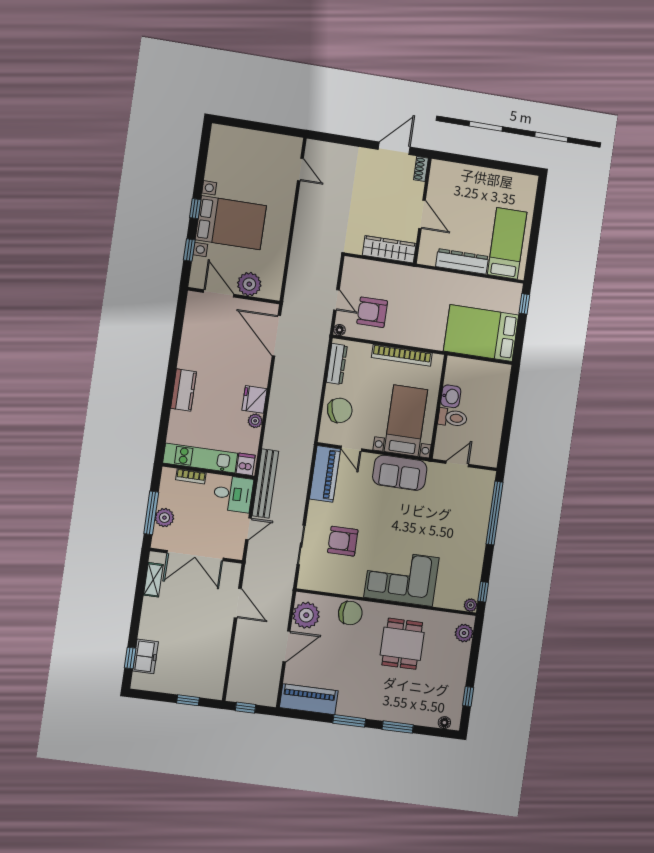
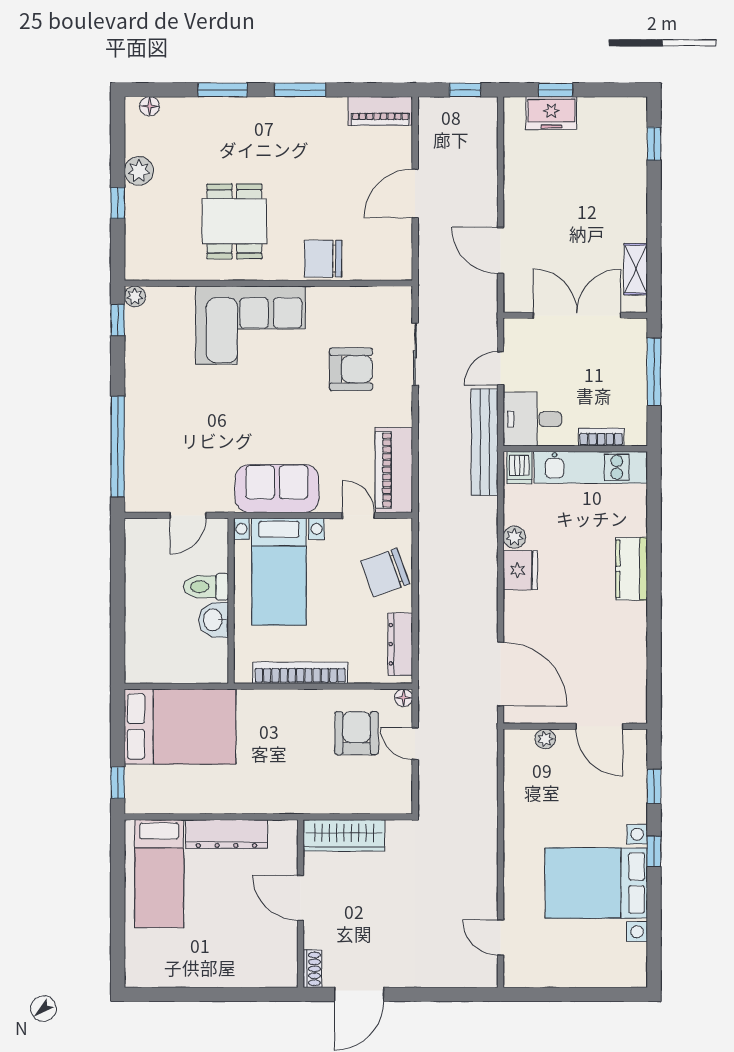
bed with nightstands: (231, 223) -> (596, 883), moved
plant: (249, 284) -> (545, 739), width x0.53, depth x0.53
armchair: (372, 312) -> (357, 733), turned -90
plant: (164, 518) -> (633, 367), removed
plant: (306, 615) -> (391, 246), removed
plant: (464, 633) -> (139, 171), moved
freezer: (145, 656) -> (551, 113), moved, turned -90
window: (468, 697) -> (118, 203), moved
piano: (309, 699) -> (380, 111), width x0.73, depth x0.75

